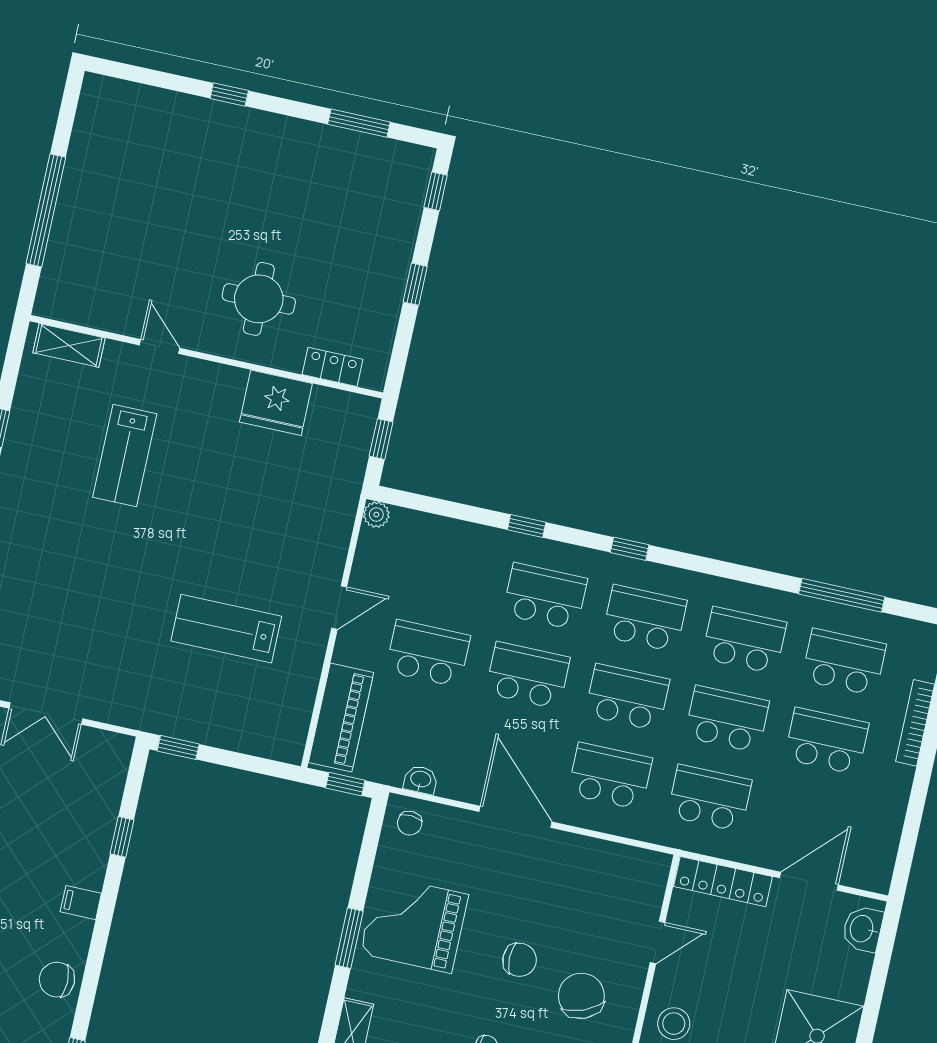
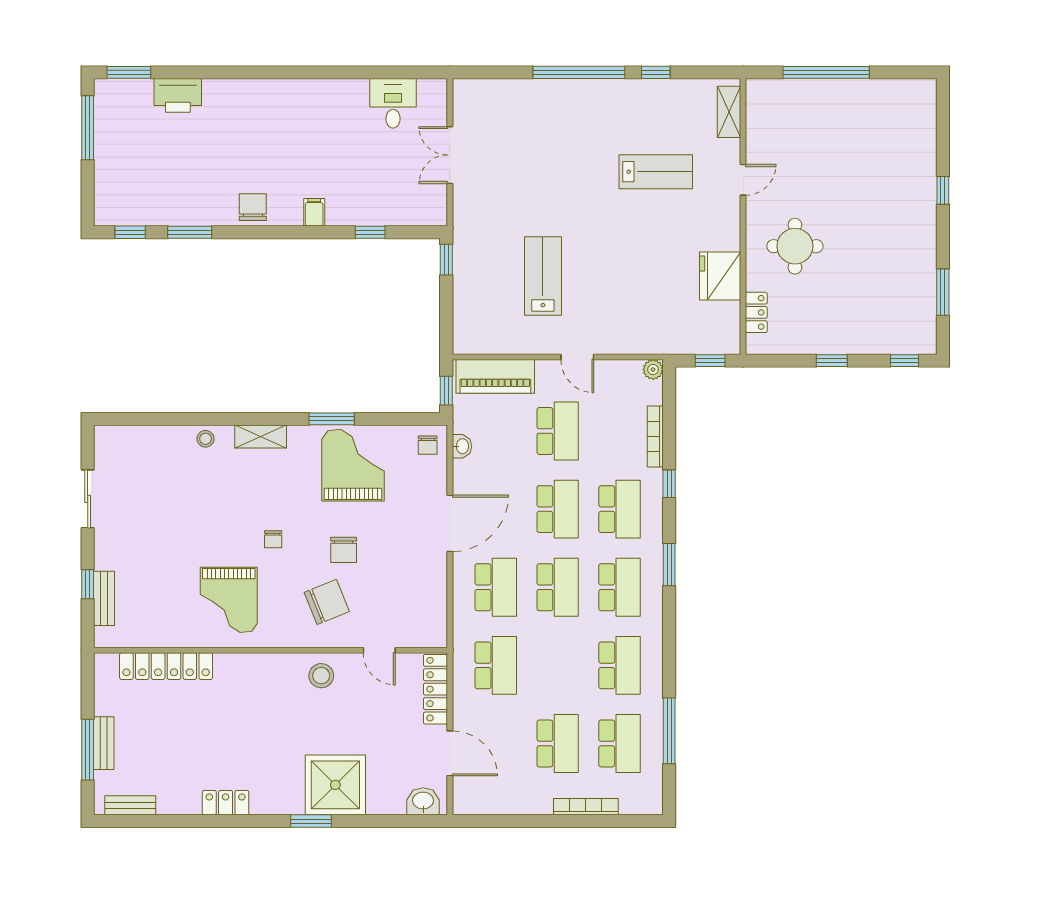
lab bench: (125, 455) -> (656, 172), turned 180
bookcase: (462, 530) -> (655, 436), added
window: (630, 549) -> (669, 565), width x1.50
school desk: (727, 719) -> (558, 665), removed
chair: (410, 823) -> (428, 445), turned -94

